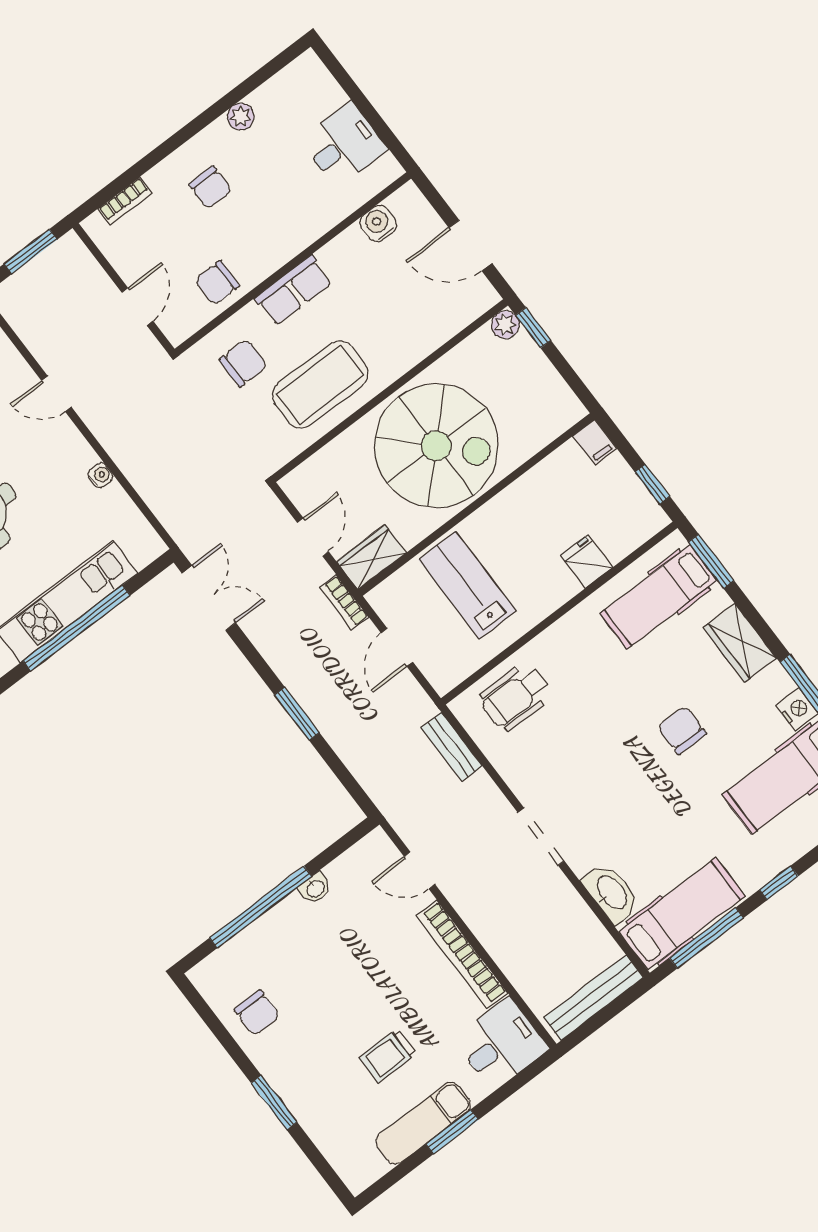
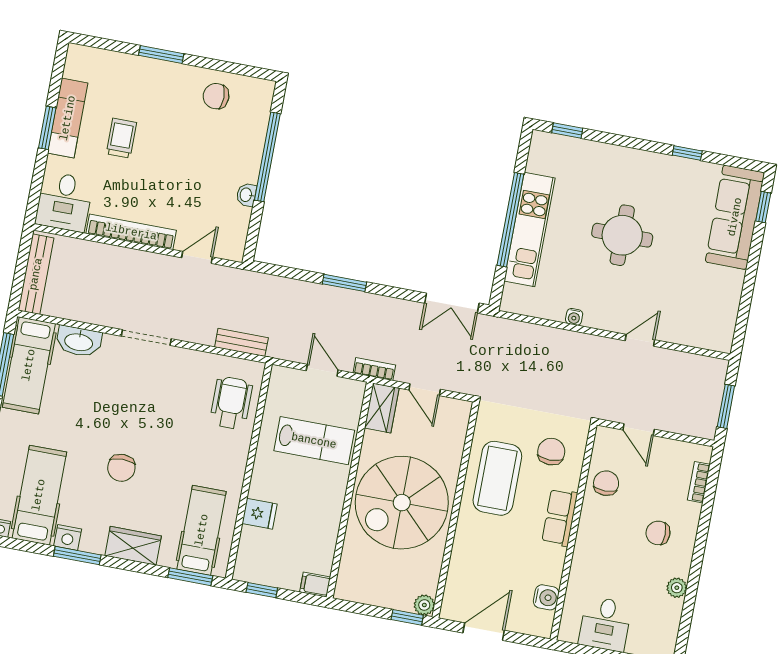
chair: (243, 363) -> (551, 452), turned 180
chair: (682, 730) -> (121, 468), turned 90

